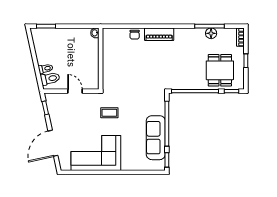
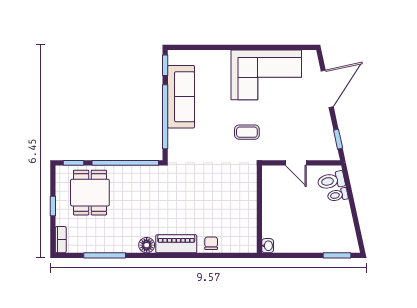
floor lamp: (211, 33) -> (147, 245), moved

